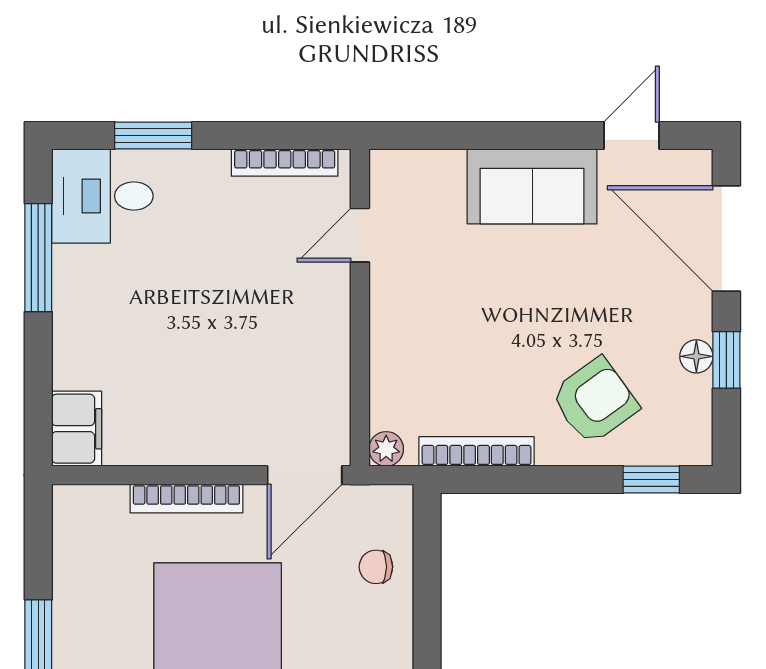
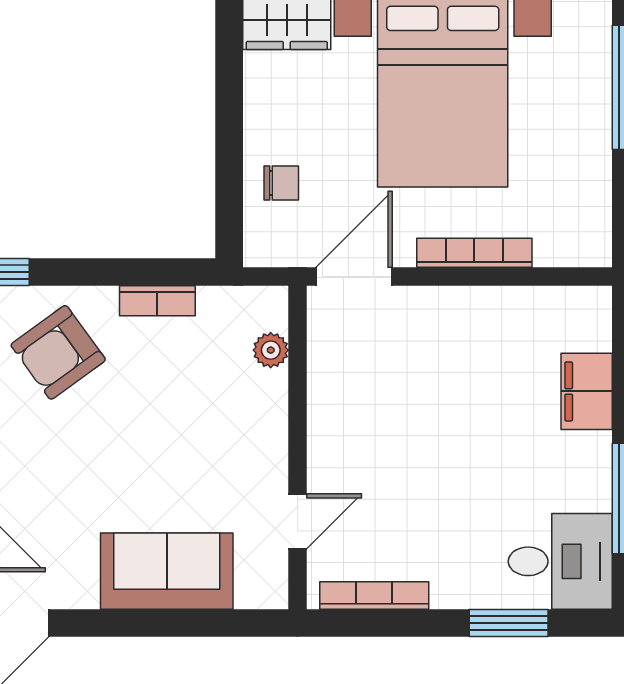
sofa: (532, 186) -> (167, 571), moved
filing cabinet: (77, 429) -> (587, 391), moved
plant: (386, 449) -> (271, 350), moved
bookcase: (477, 451) -> (157, 301), width x0.64

